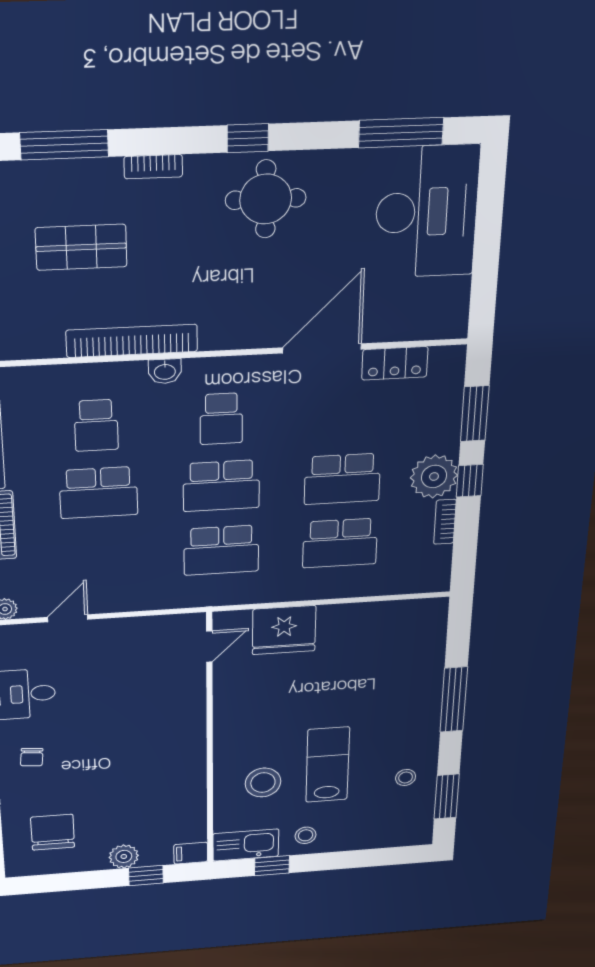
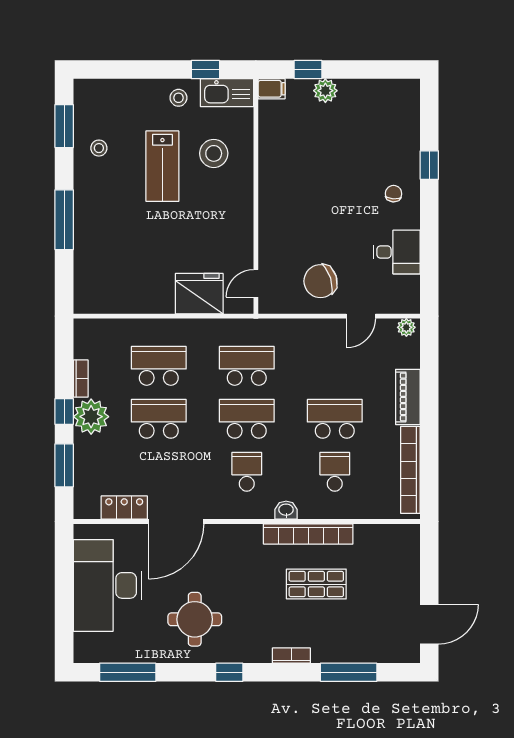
round table: (266, 199) -> (195, 619), moved
desk: (427, 212) -> (108, 585), moved
shop shelf: (81, 247) -> (316, 584), moved
chair: (53, 832) -> (320, 281), moved, turned 72

